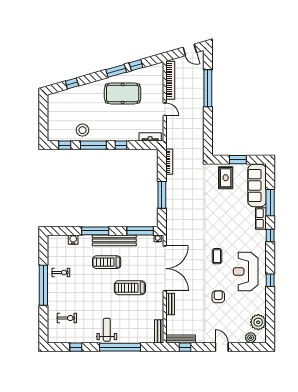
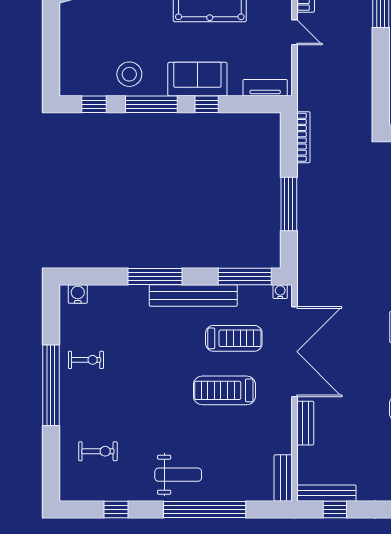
sofa: (116, 133) -> (197, 79), added
water cooler: (73, 240) -> (78, 294), moved
treadmill: (107, 262) -> (234, 338), moved, turned 180
weight bench: (107, 330) -> (178, 475), turned 90

